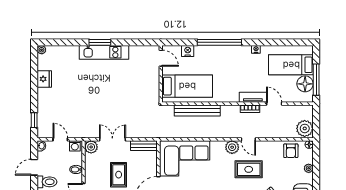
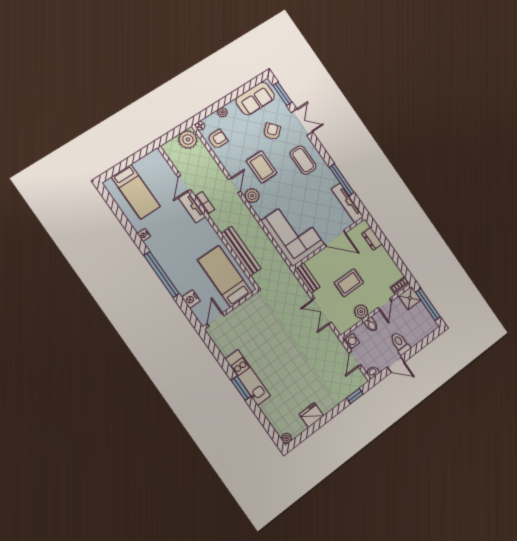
window: (316, 80) -> (134, 159), removed
floor lamp: (305, 84) -> (145, 166), removed
plant: (91, 147) -> (361, 312), moved

